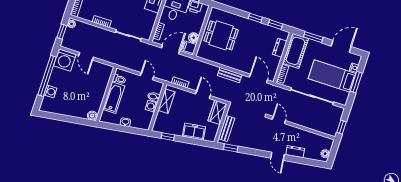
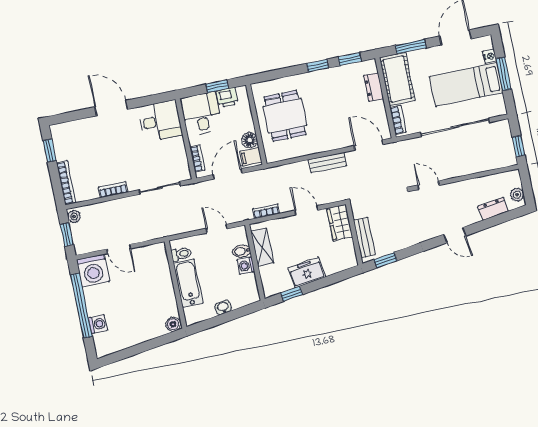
dining table: (221, 35) -> (285, 116), turned 90
freezer: (194, 132) -> (307, 272), moved
dresser: (295, 152) -> (493, 209), moved

